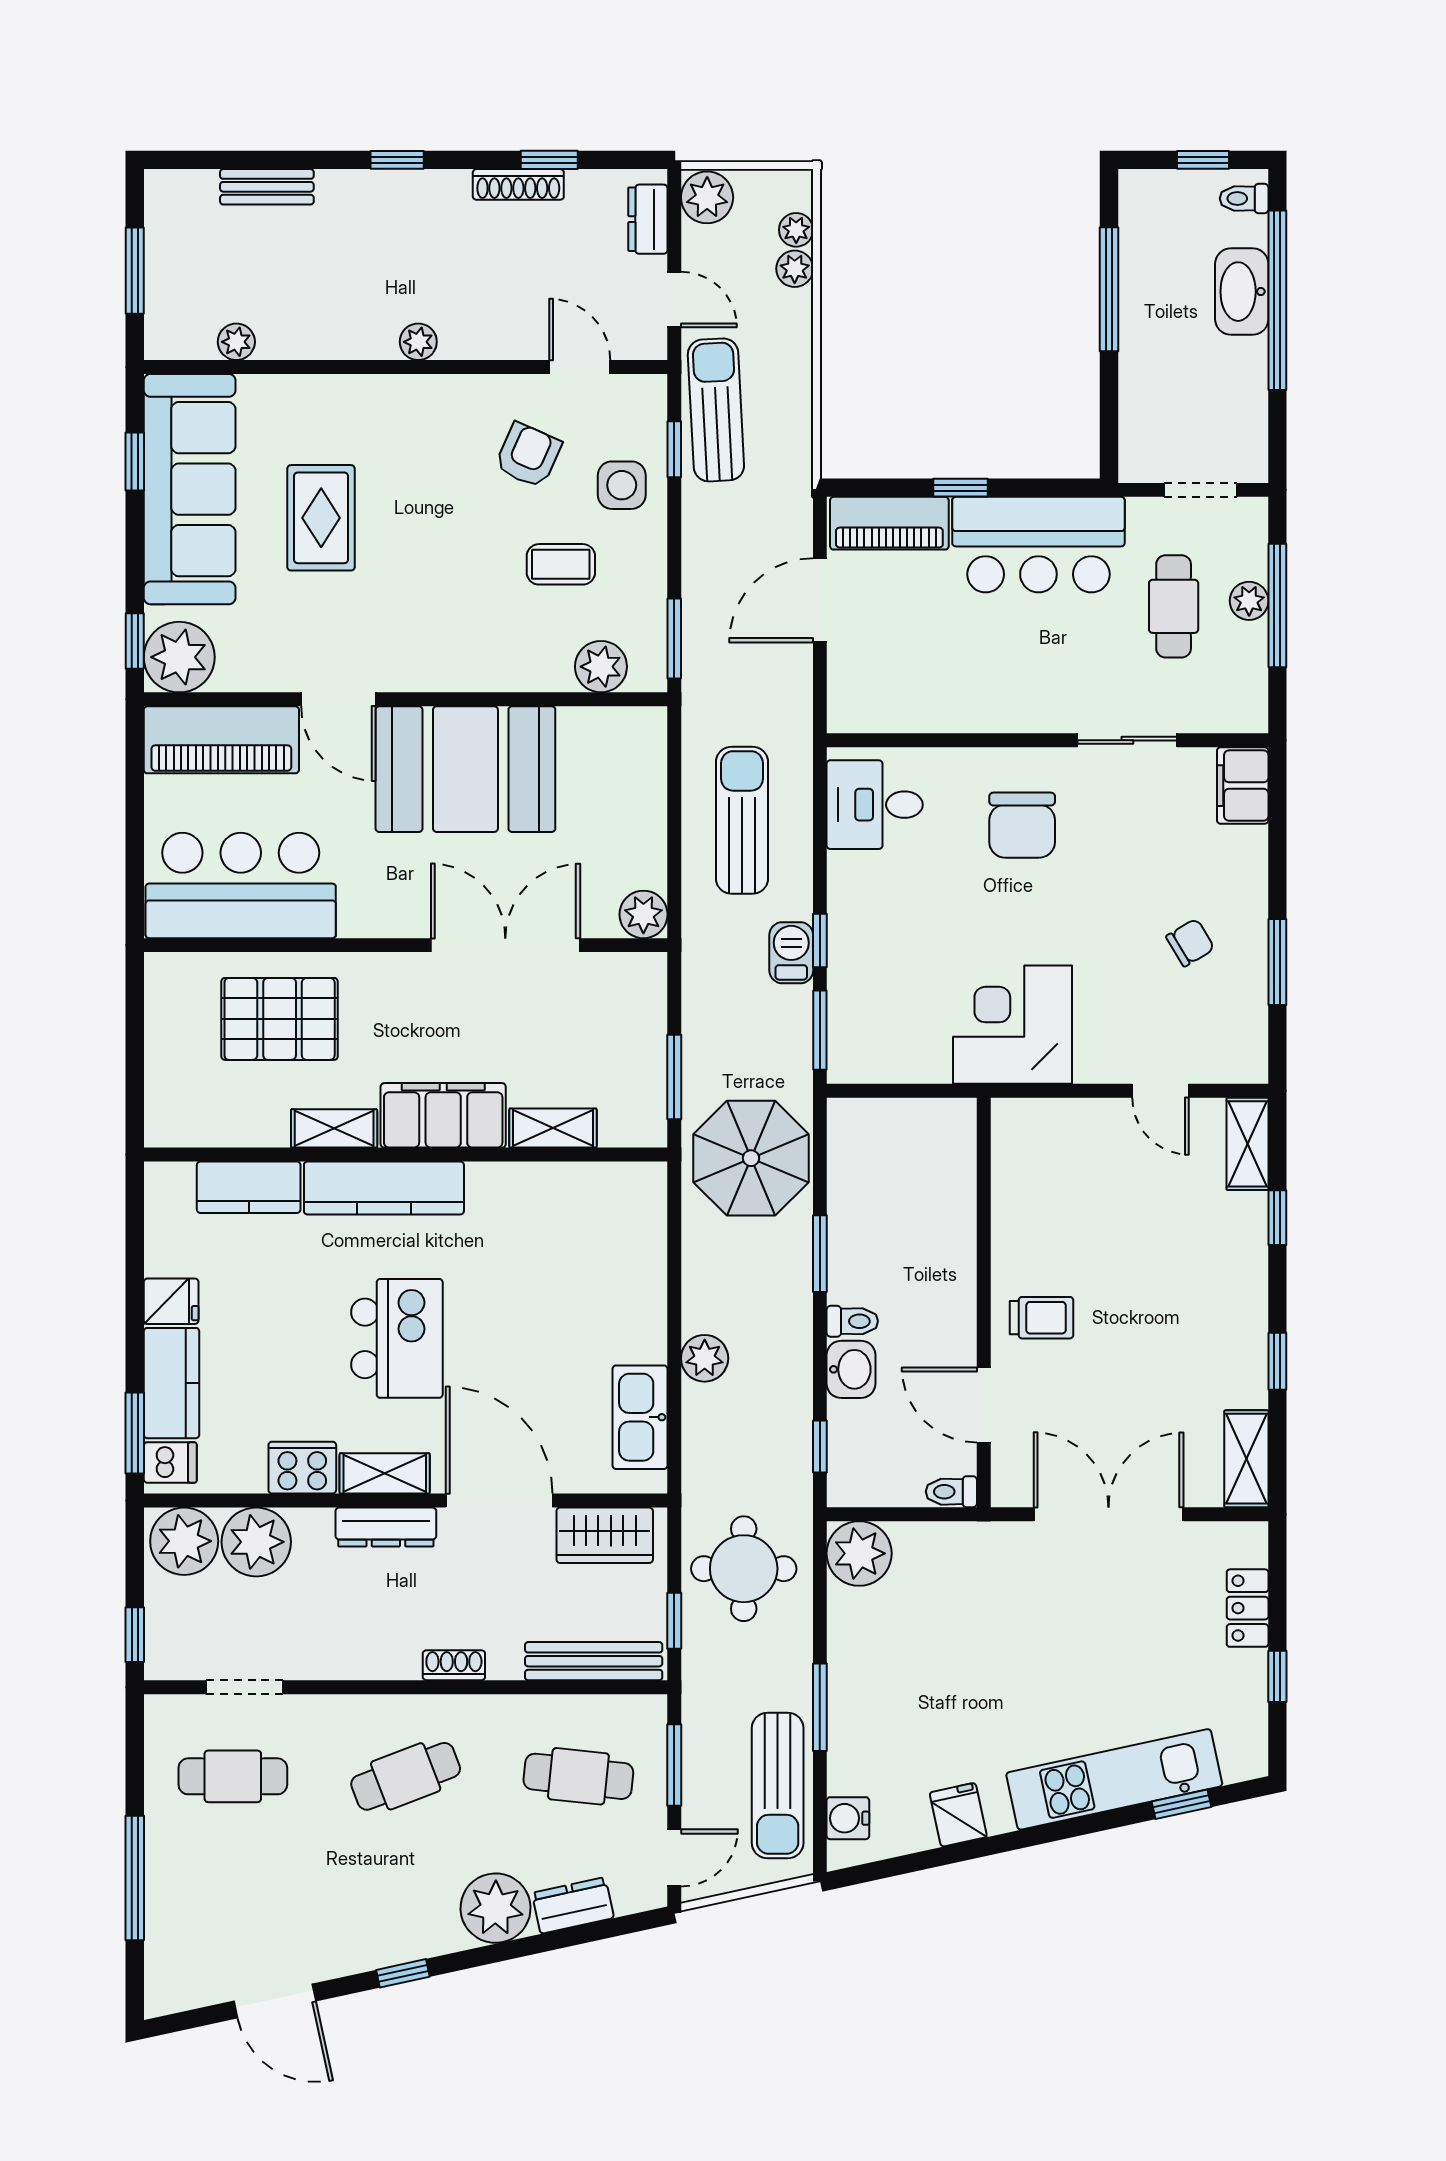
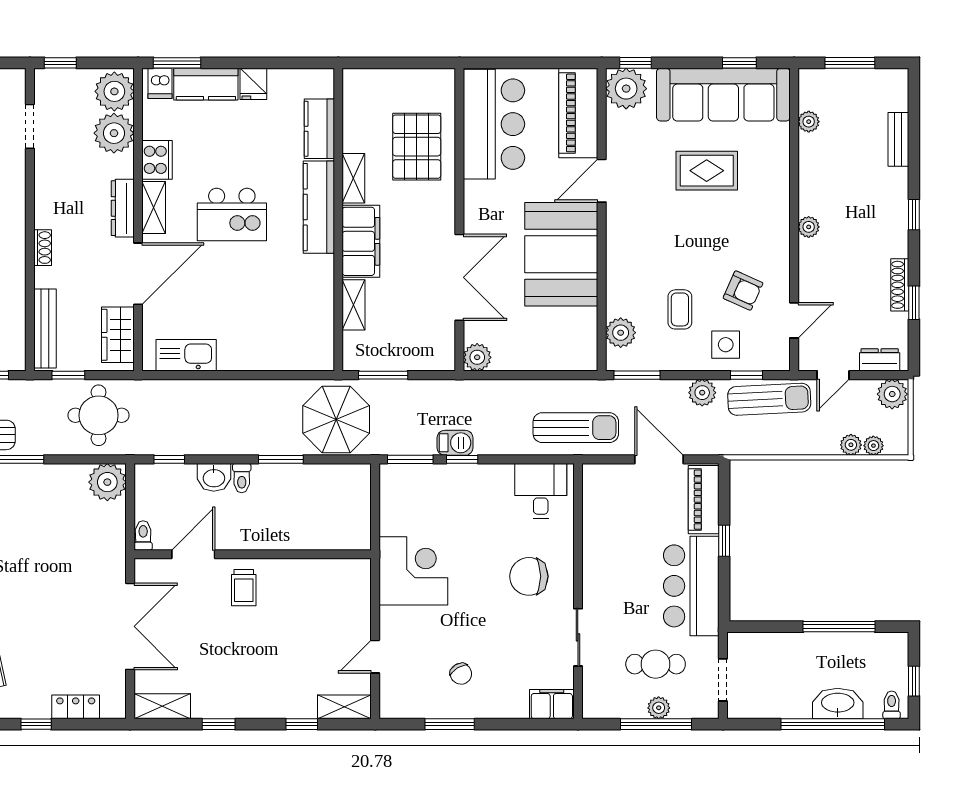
sun lounger: (742, 820) -> (576, 428), moved
plant: (705, 1358) -> (702, 393), moved

